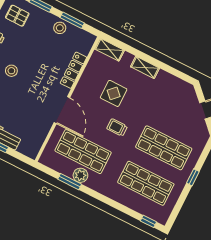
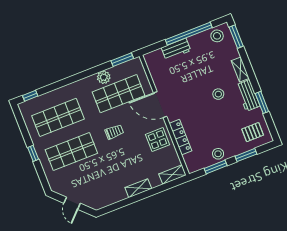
display table: (114, 93) -> (157, 140), moved
window: (70, 182) -> (122, 60), moved

